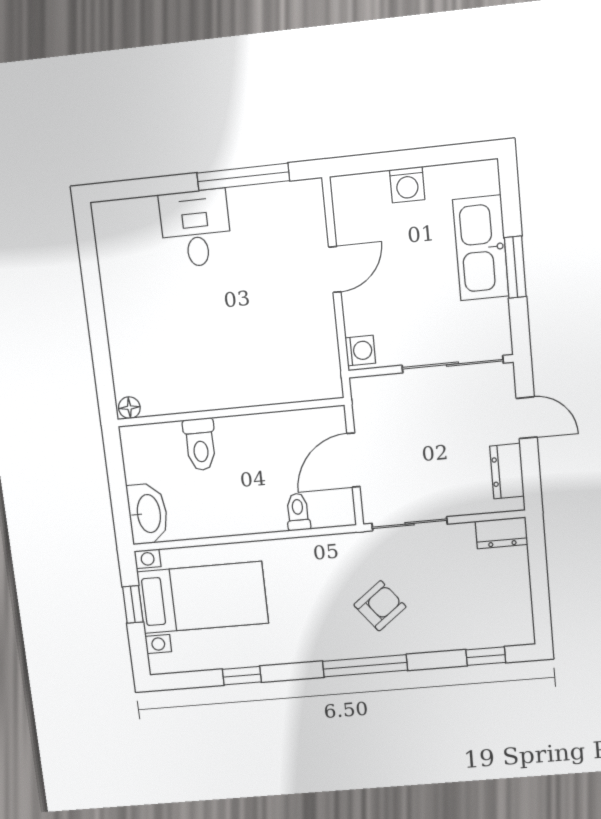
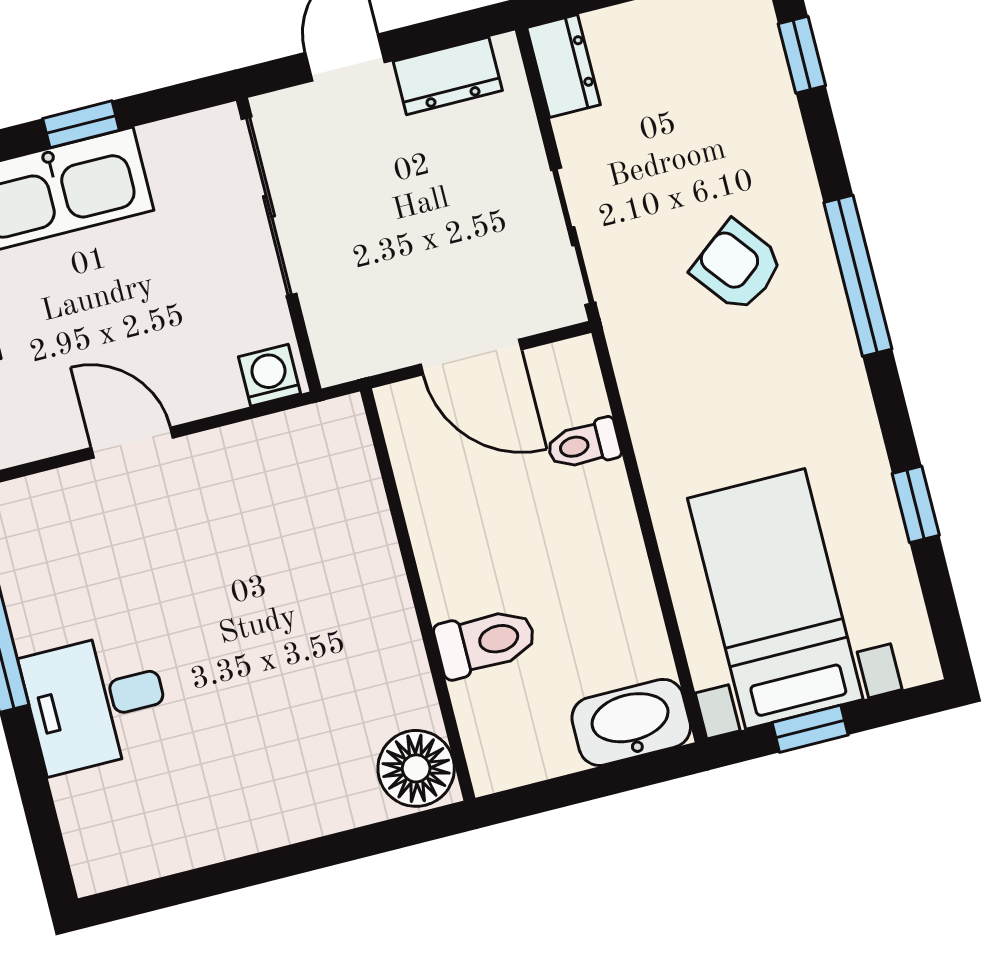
window: (515, 267) -> (81, 124), width x0.67
floor lamp: (129, 408) -> (416, 768), width x1.89, depth x1.89

